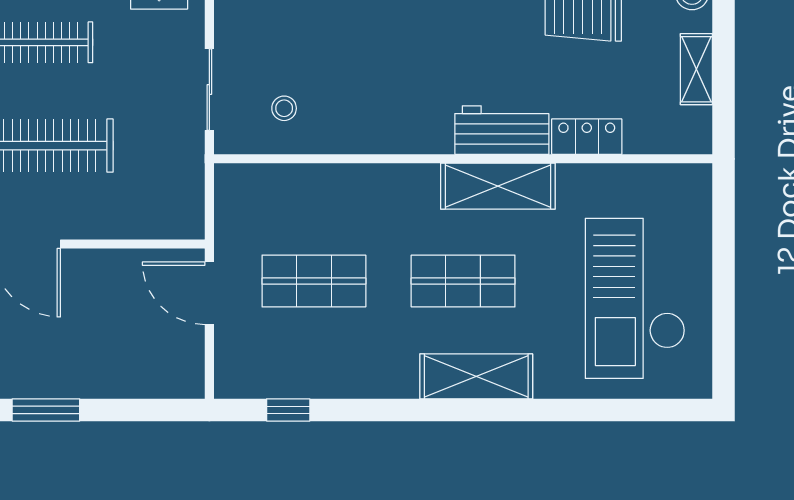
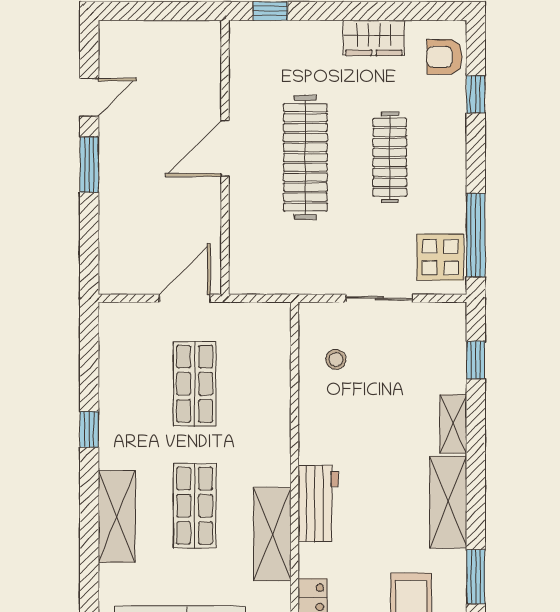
sliding door: (209, 90) -> (379, 298), moved
workbench: (502, 130) -> (318, 504), moved
window: (288, 410) -> (89, 429), moved

